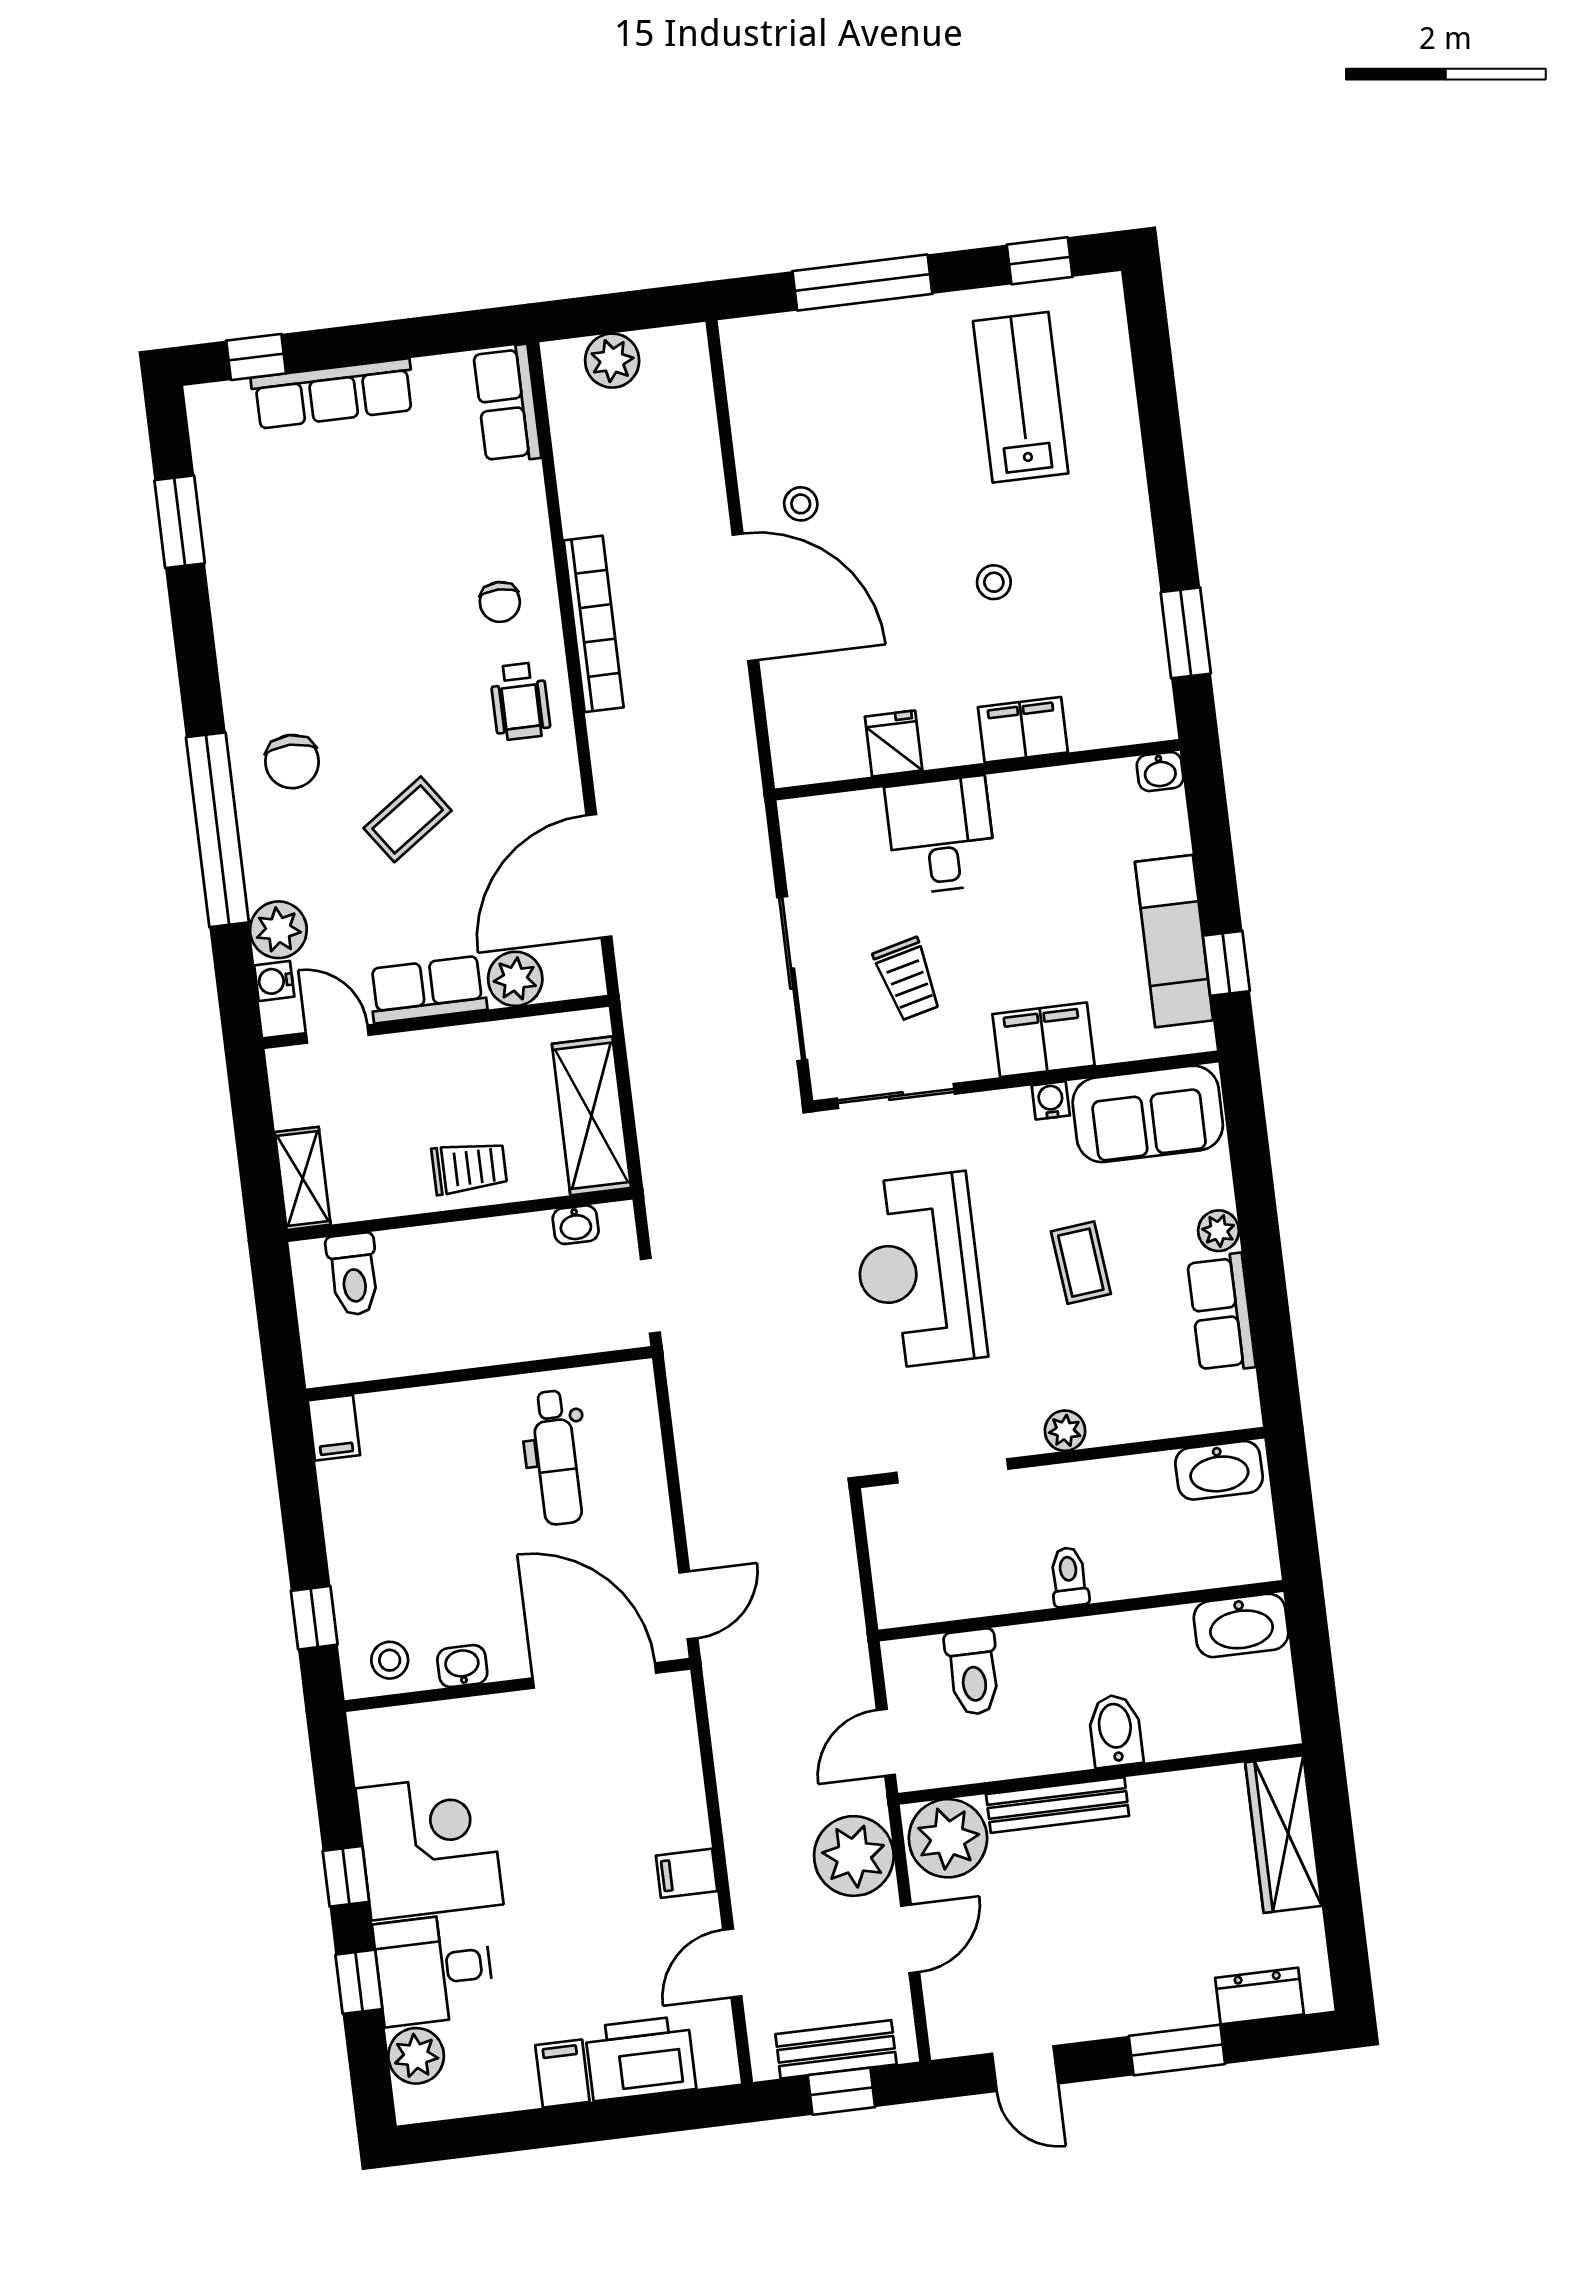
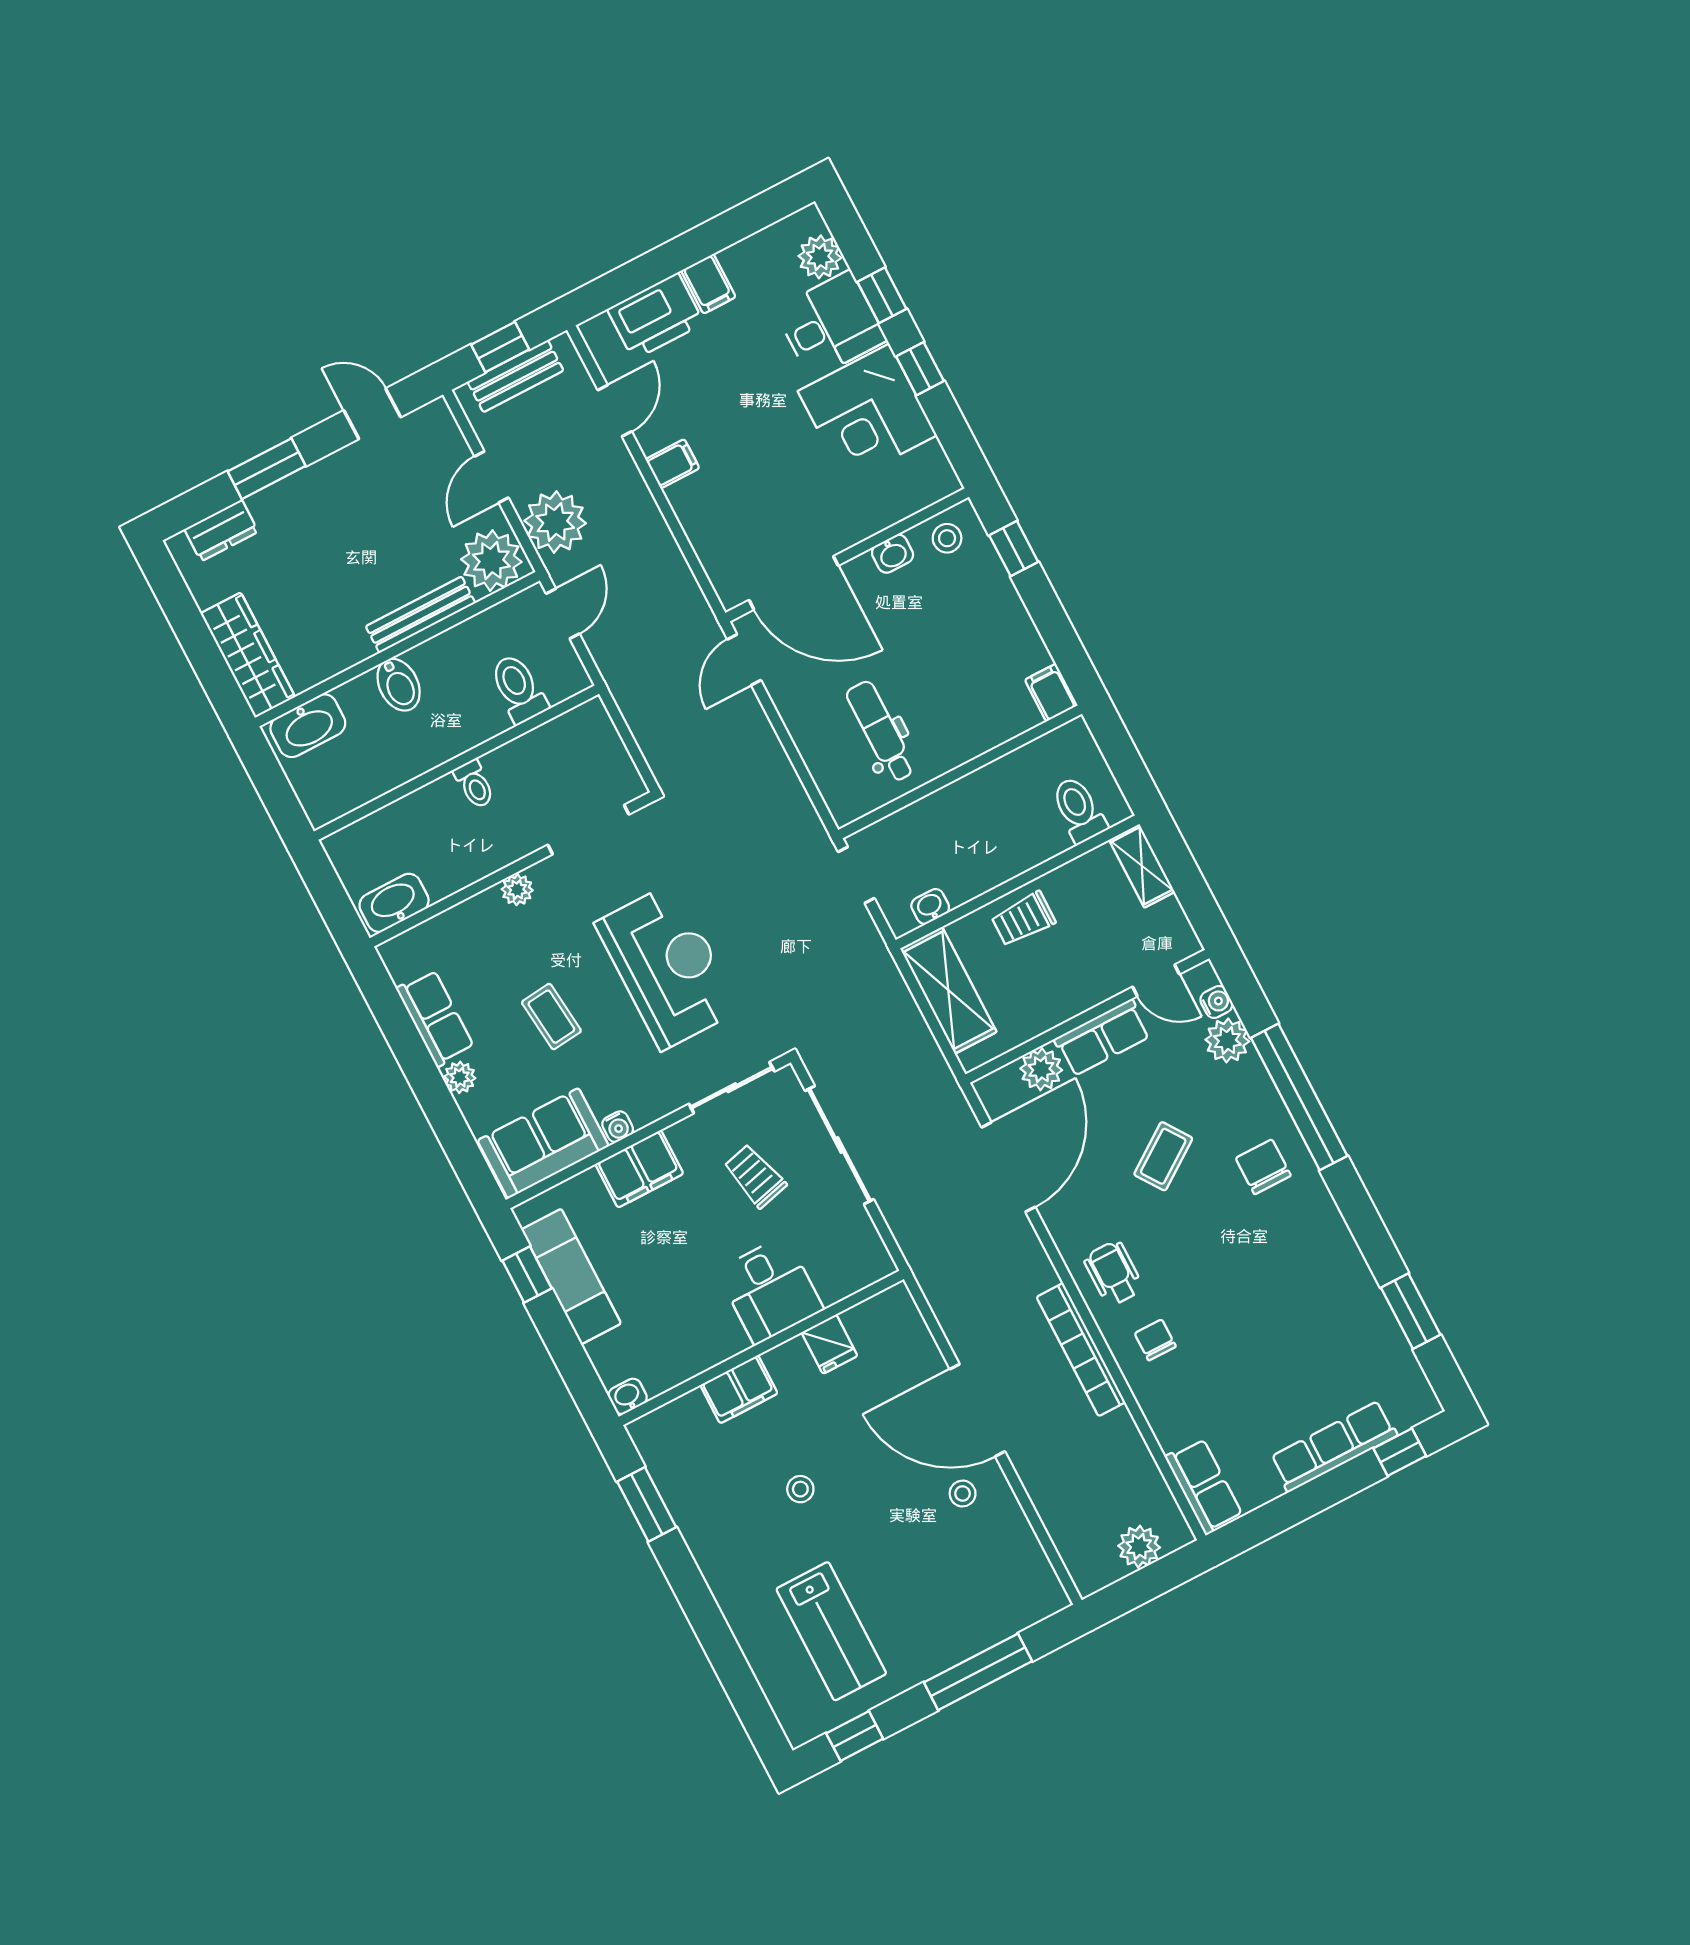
washbasin: (1241, 1625) -> (308, 726), moved, turned 180

